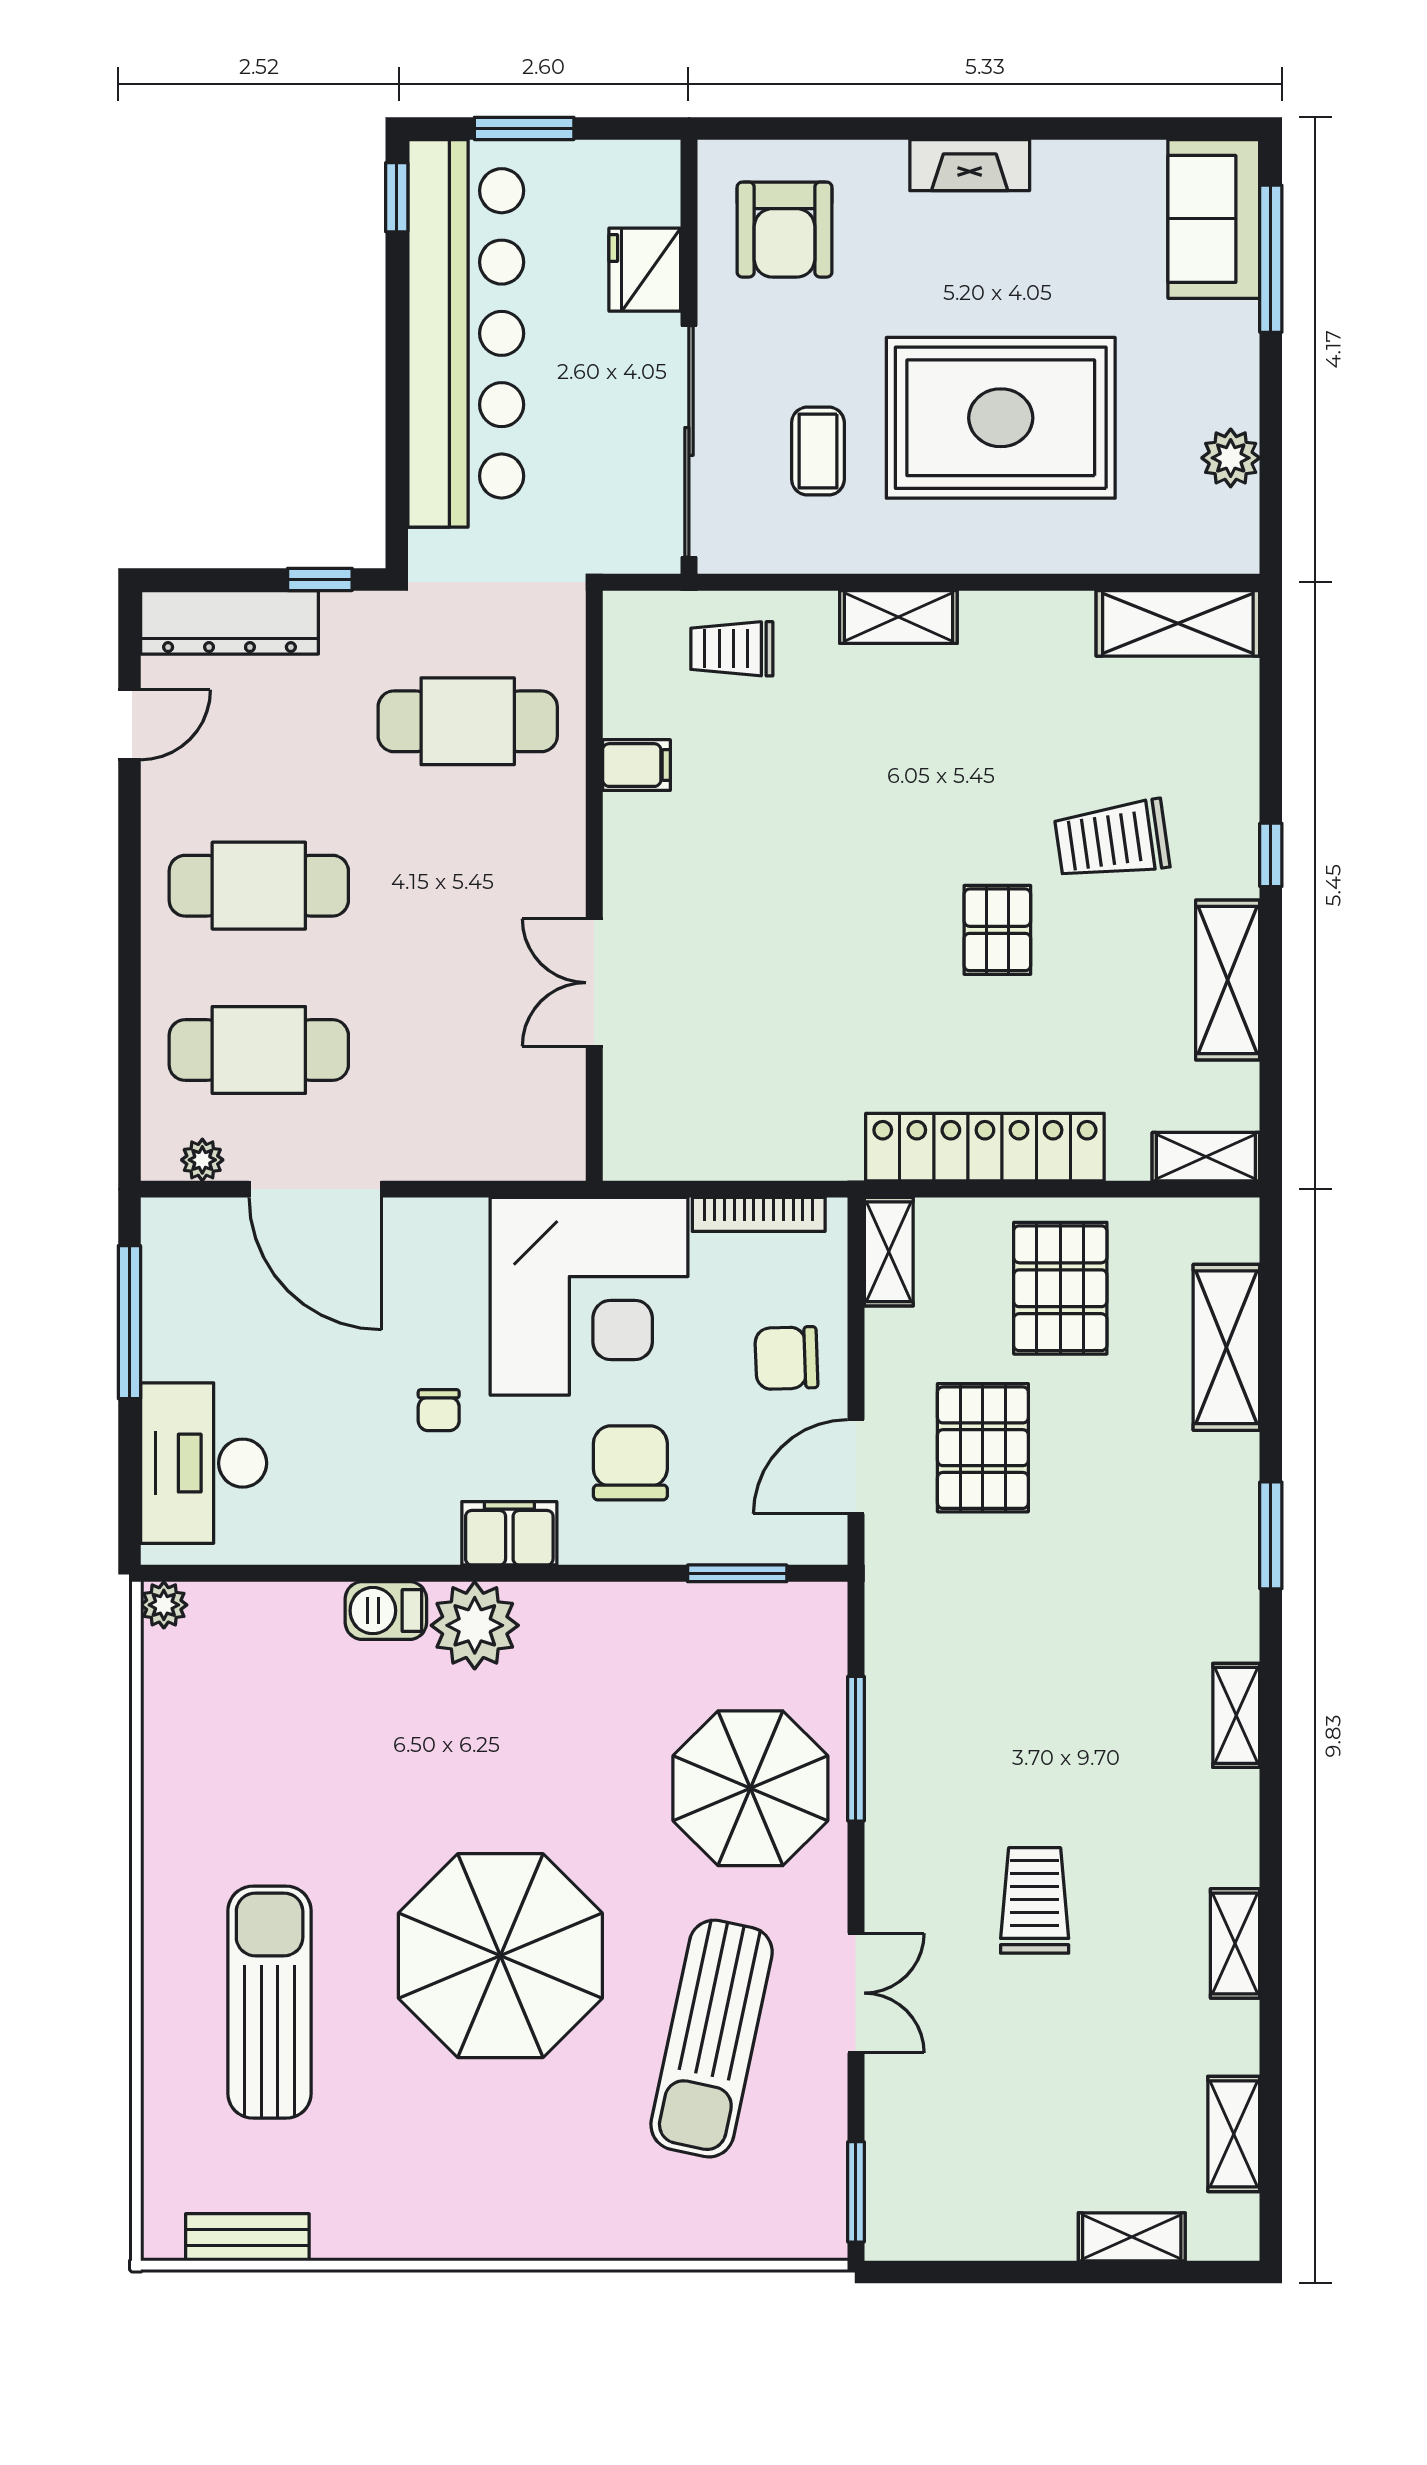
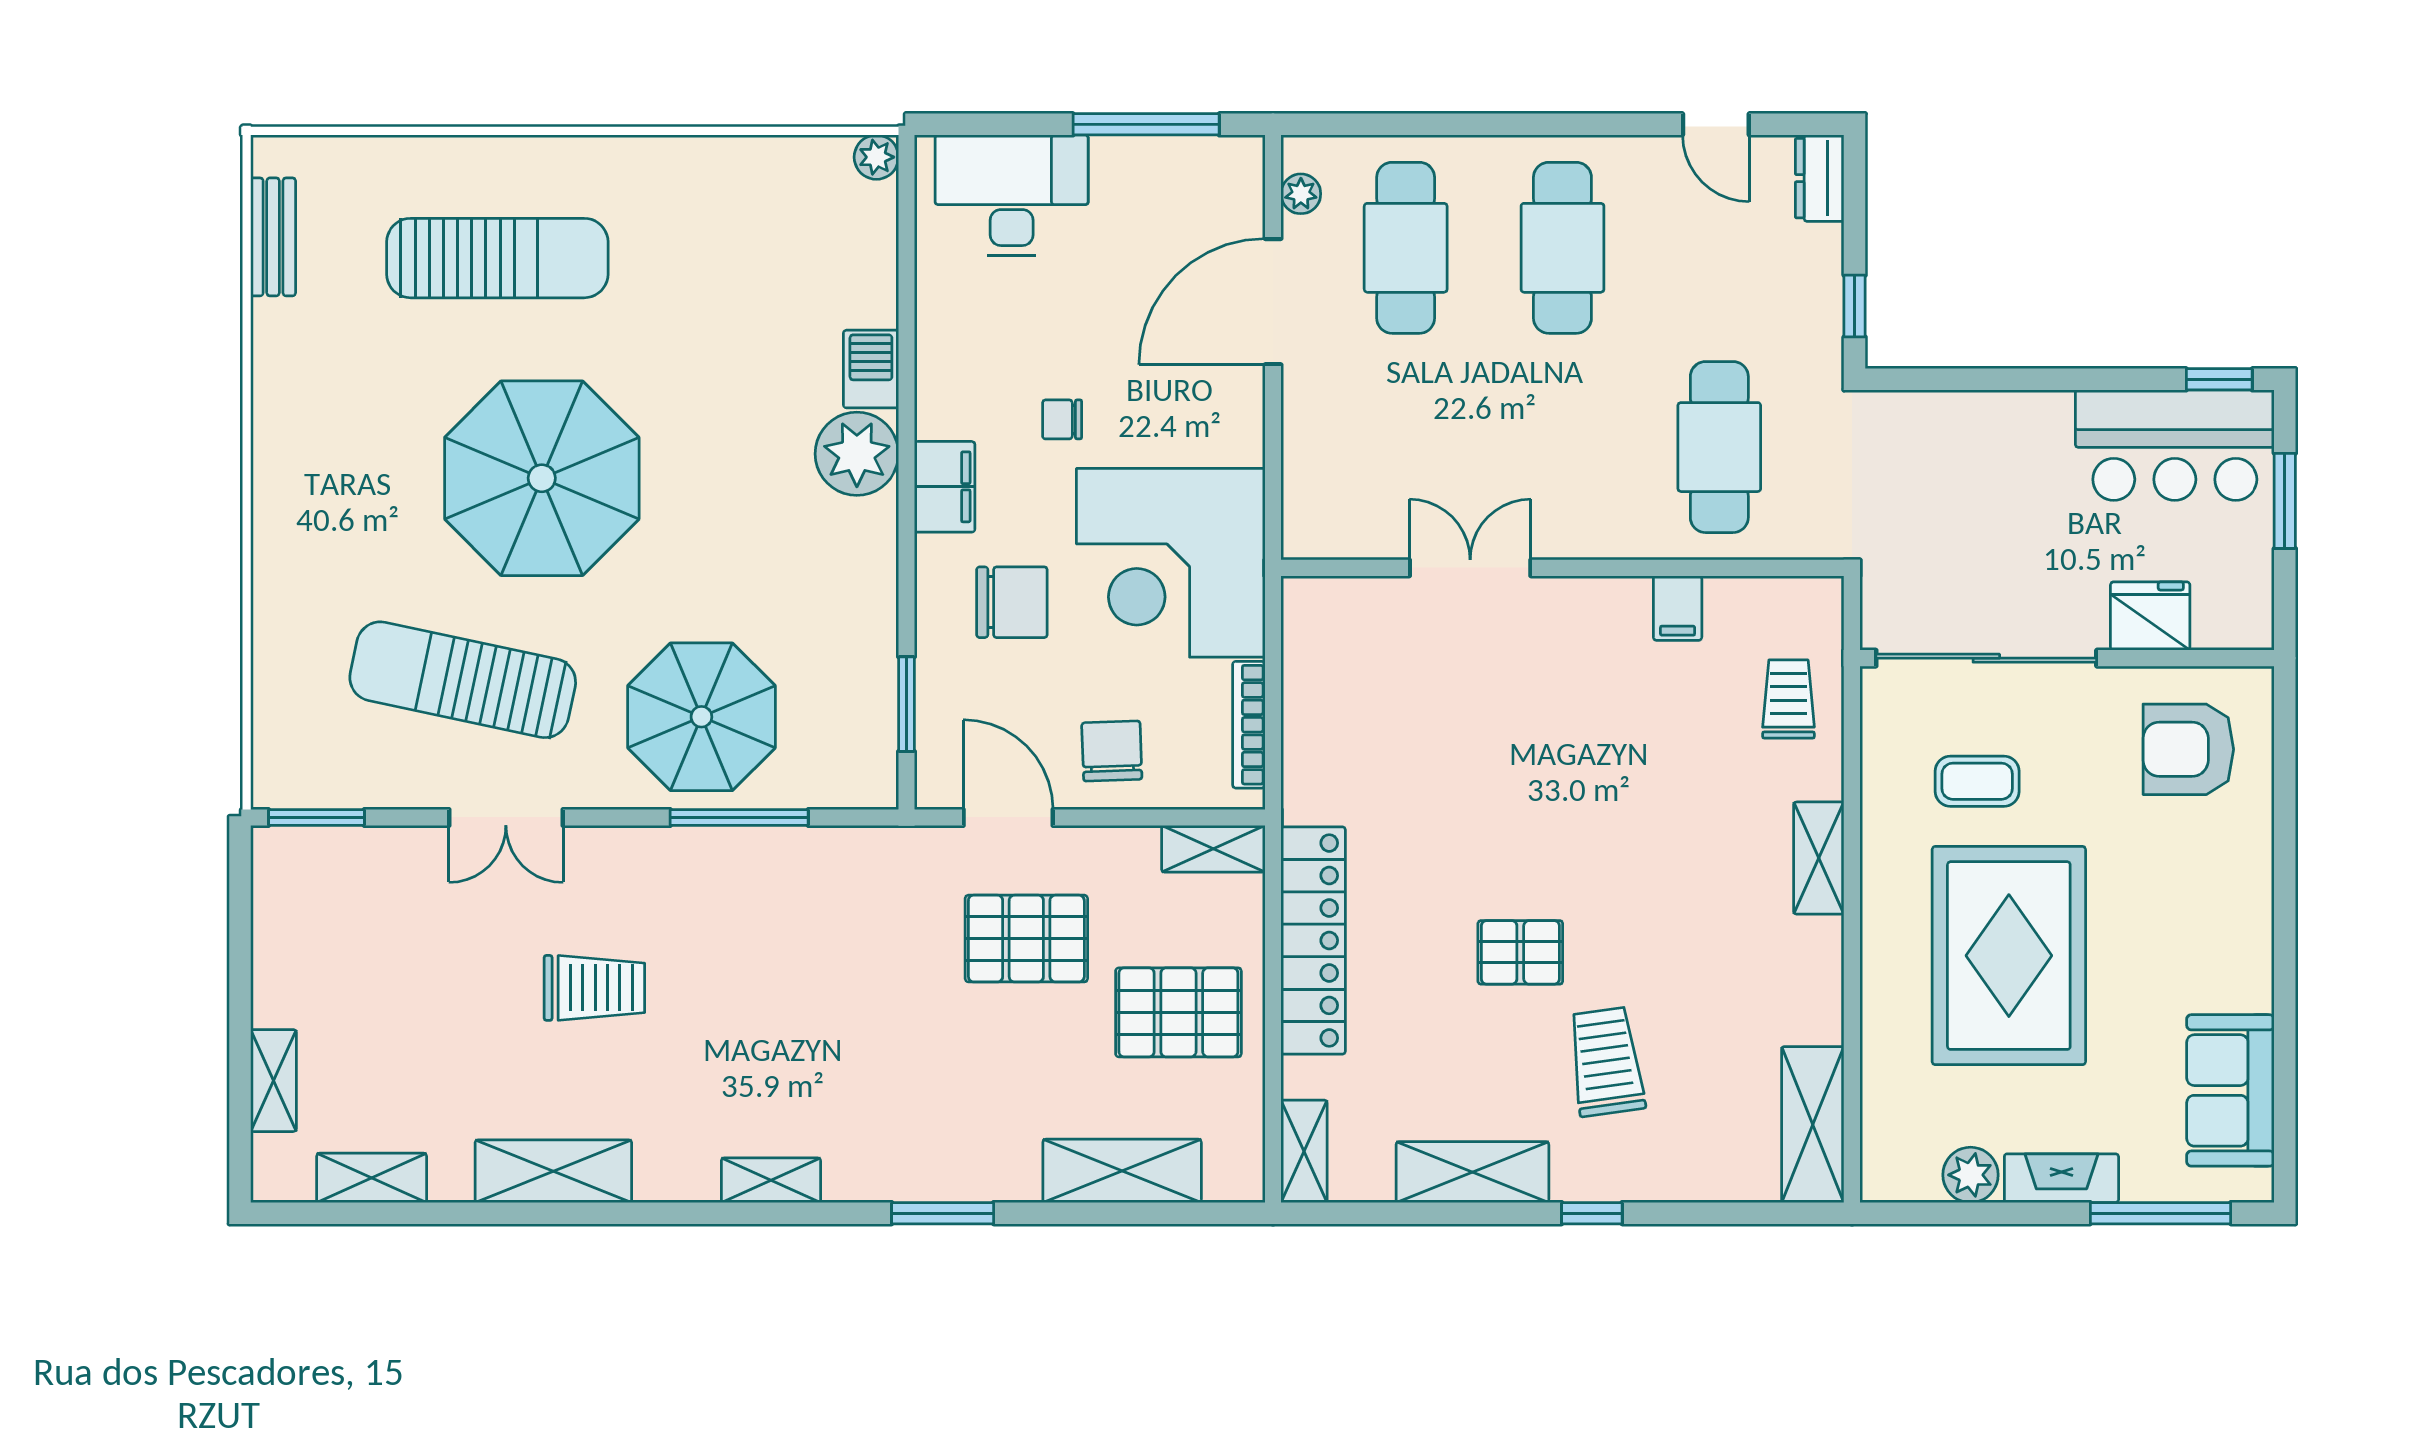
fireplace: (970, 165) -> (2061, 1178), moved, turned 90
sofa: (1214, 219) -> (2230, 1090), moved, turned -90
bar counter: (466, 333) -> (2175, 445), width x0.54
dresser: (229, 622) -> (1820, 178), width x0.51, depth x0.80
shelving: (1235, 1943) -> (553, 1171), width x1.50, depth x1.33

